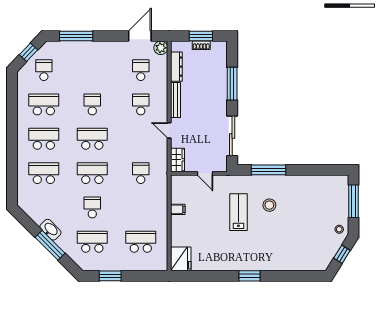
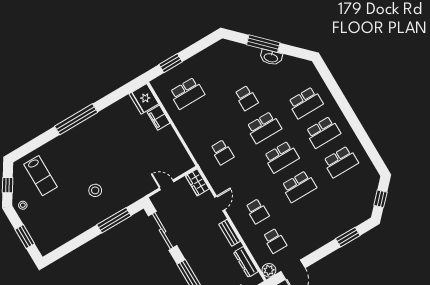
window: (76, 36) -> (348, 237), width x0.69
school desk: (44, 70) -> (358, 191), removed
bench: (176, 100) -> (230, 233), width x0.73
school desk: (92, 104) -> (299, 186), width x1.85
door: (169, 130) -> (220, 203), hinge flipped
window: (353, 201) -> (25, 237), width x0.69
filing cabinet: (178, 209) -> (159, 118), moved, width x2.00
lab bench: (238, 212) -> (41, 176), moved
school desk: (92, 242) -> (229, 68), removed
window: (110, 276) -> (171, 63), moved
window: (250, 276) -> (76, 119), width x2.11

